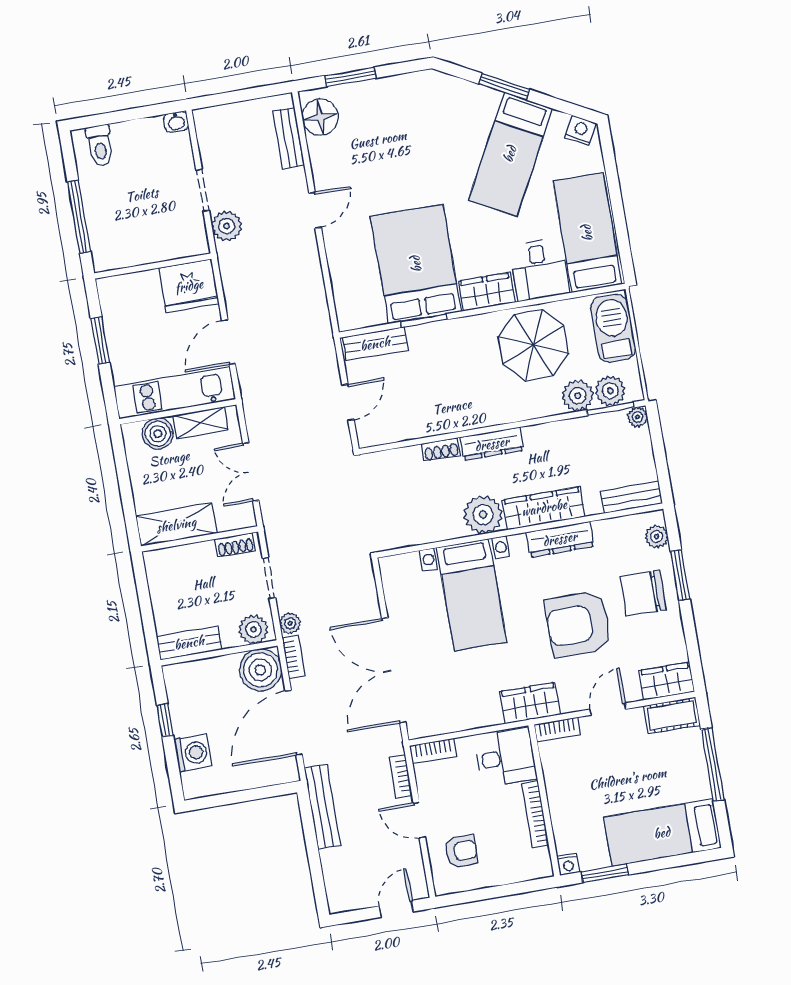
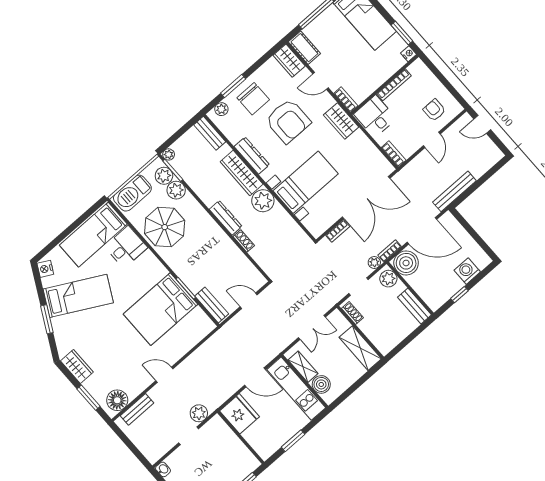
wardrobe: (487, 292) -> (77, 366), moved, turned 180
bookcase: (401, 777) -> (338, 231), moved

